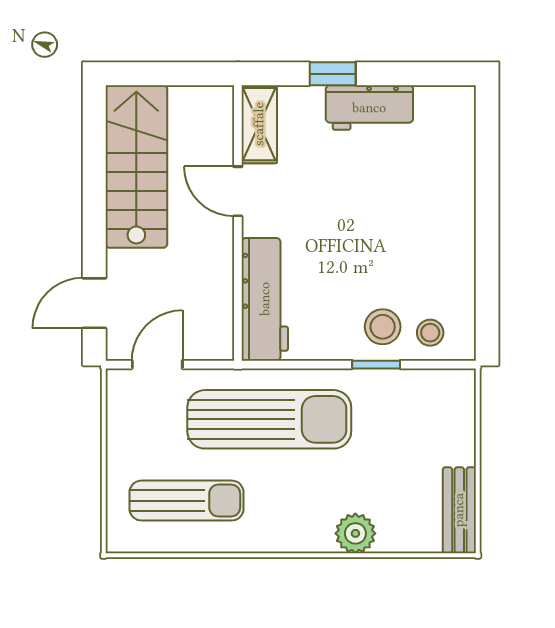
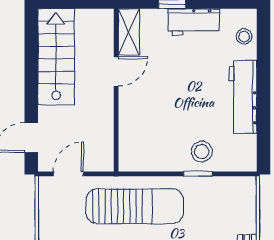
door: (238, 191) -> (116, 72), swing flipped
workbench: (265, 299) -> (243, 97), moved, turned 180
stool: (430, 333) -> (244, 36), moved

